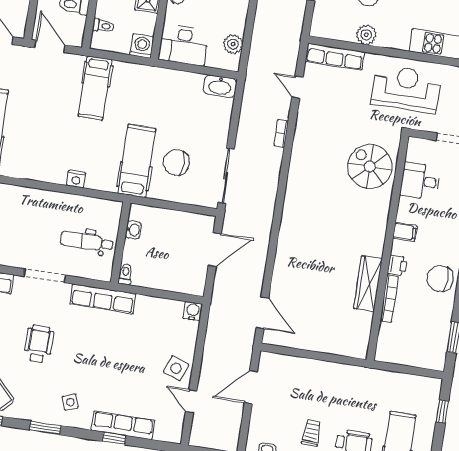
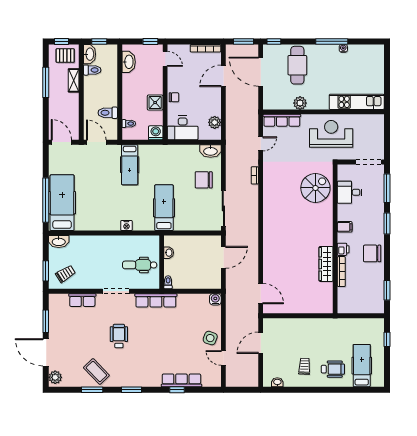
door: (297, 87) -> (261, 144), swing flipped
chair: (176, 162) -> (204, 180), moved
spiral stairs: (370, 167) -> (315, 188), turned 90
side table: (70, 402) -> (145, 370), removed

